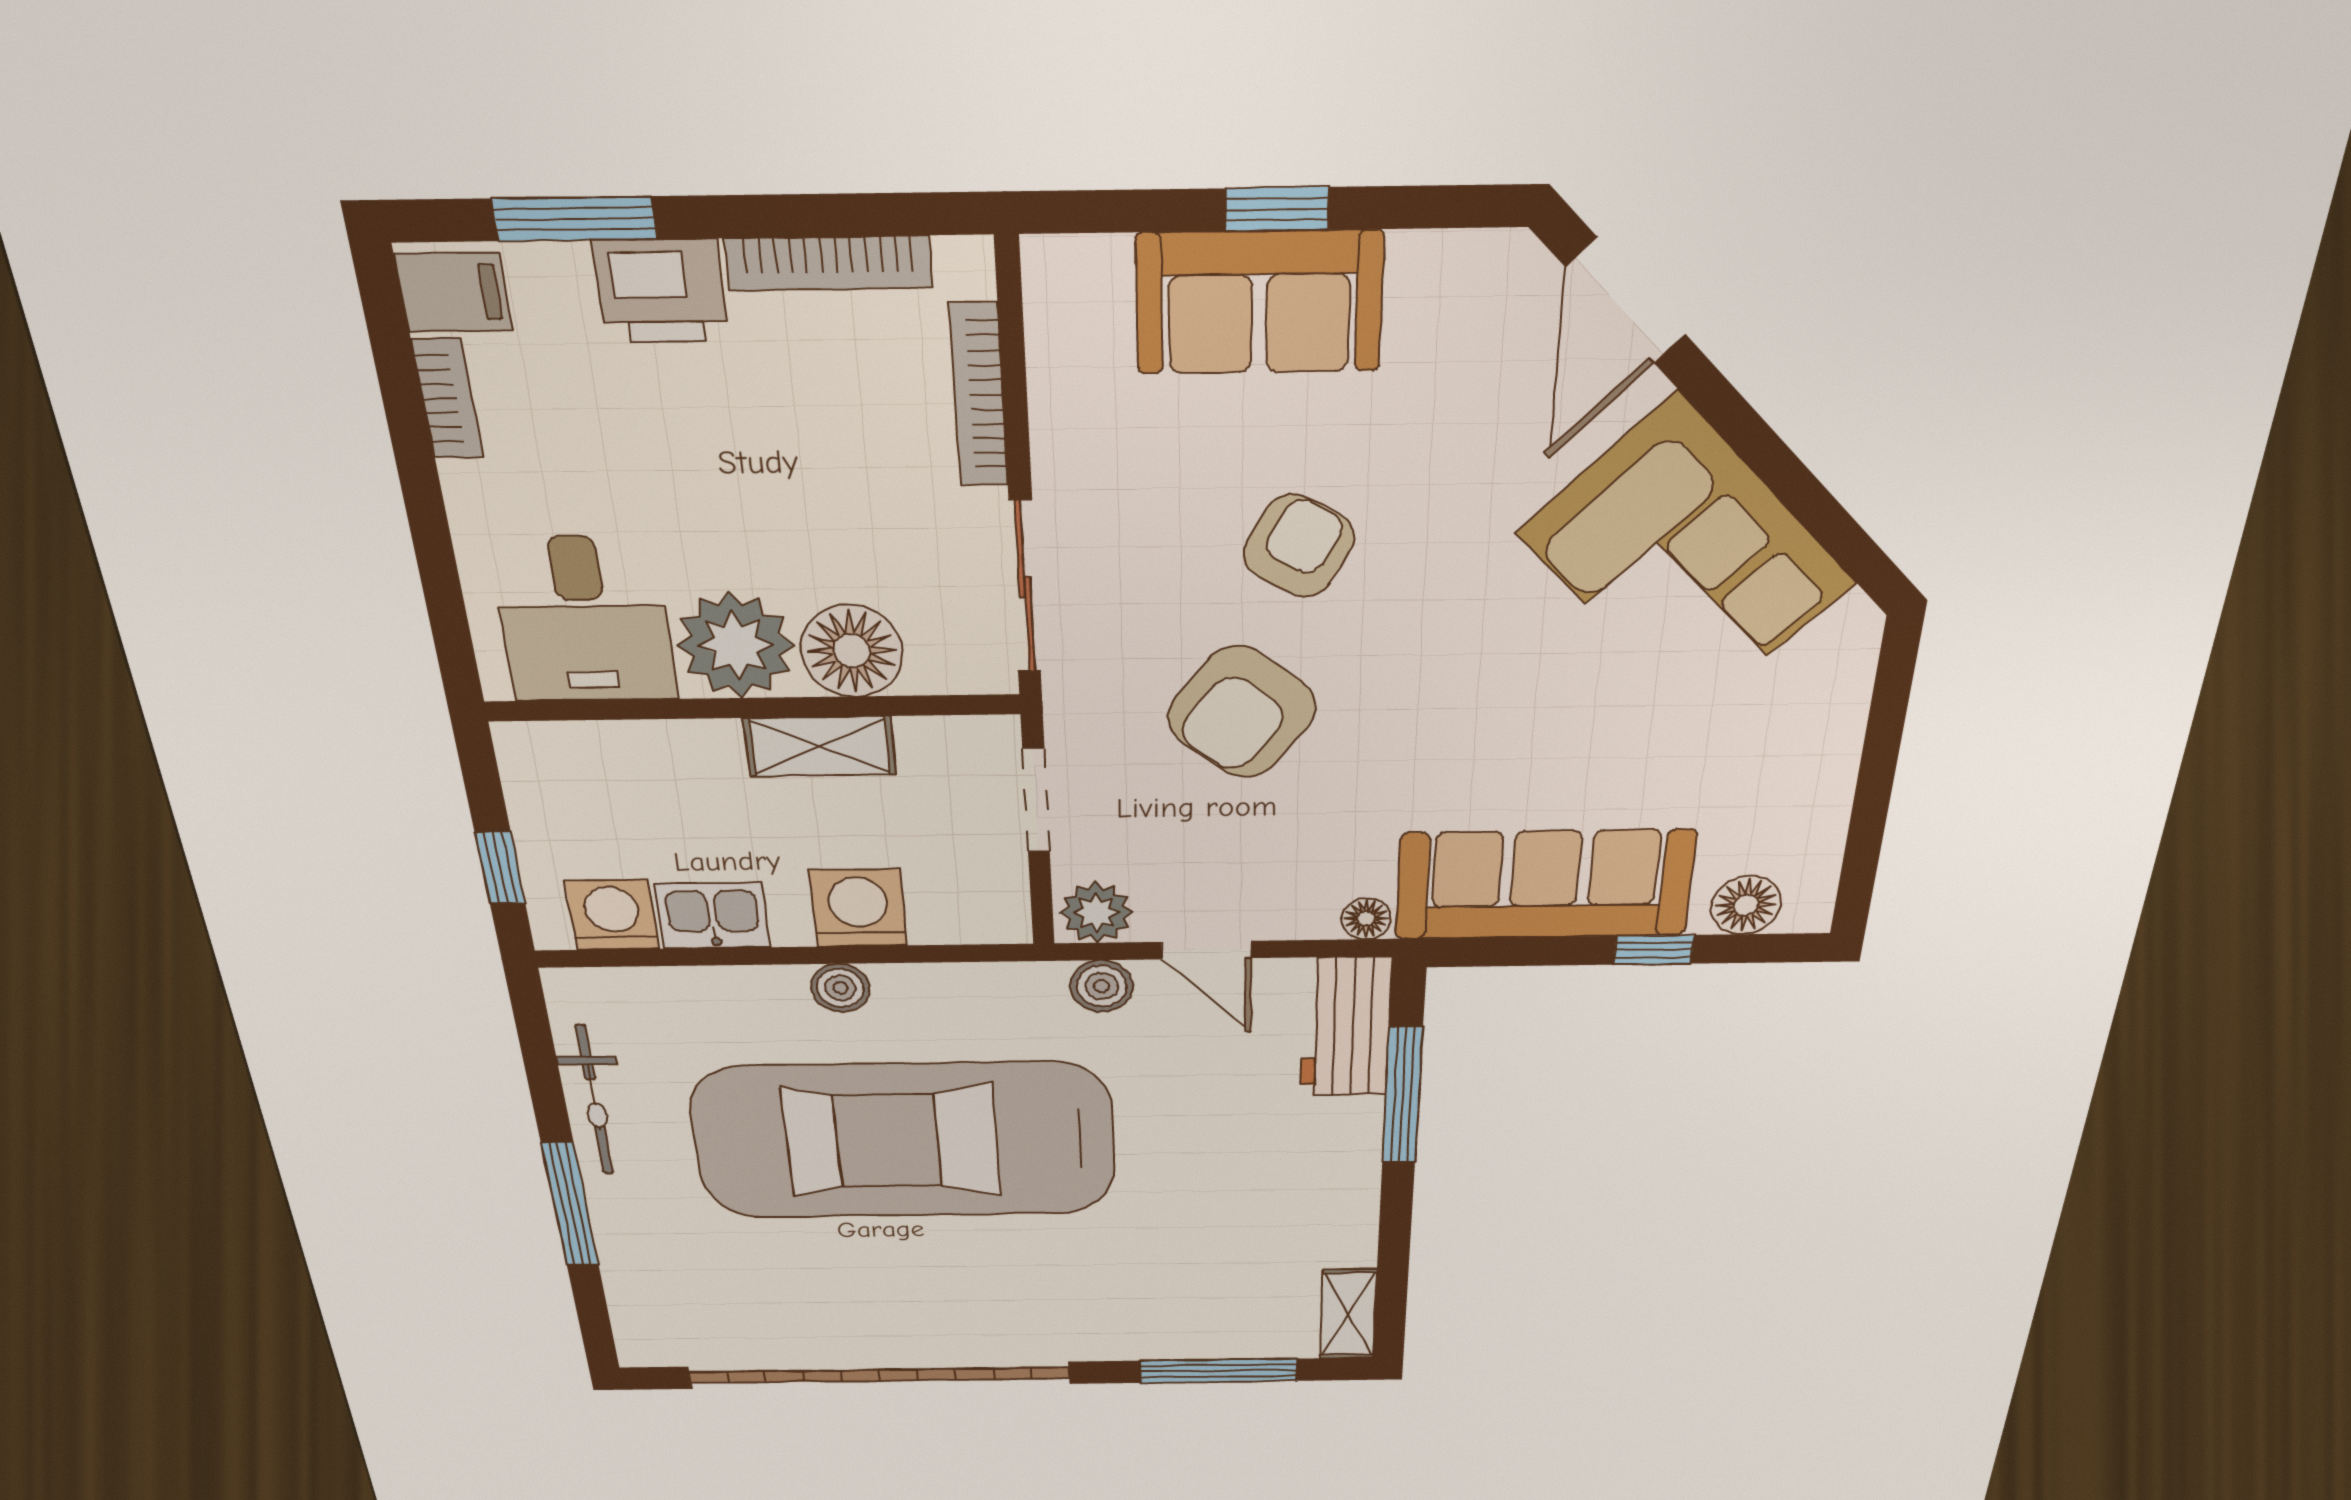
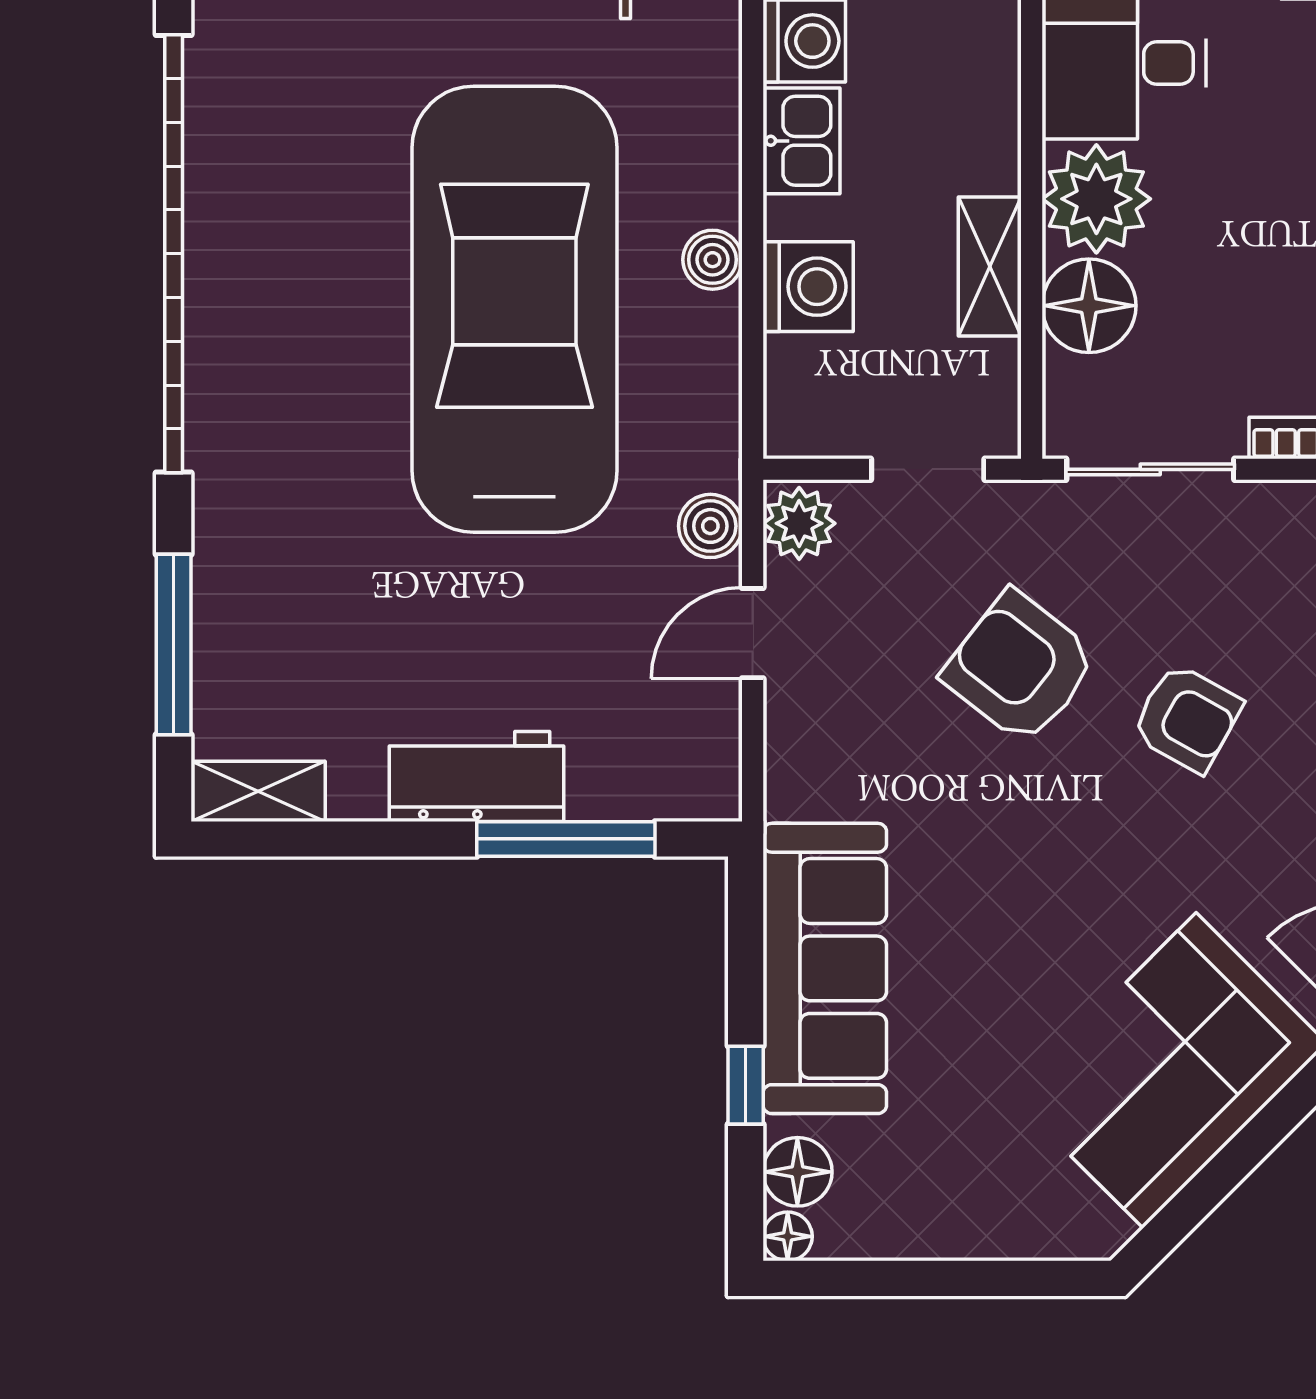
floor lamp: (1366, 919) -> (788, 1236), moved
workbench: (1346, 1027) -> (476, 776), moved

